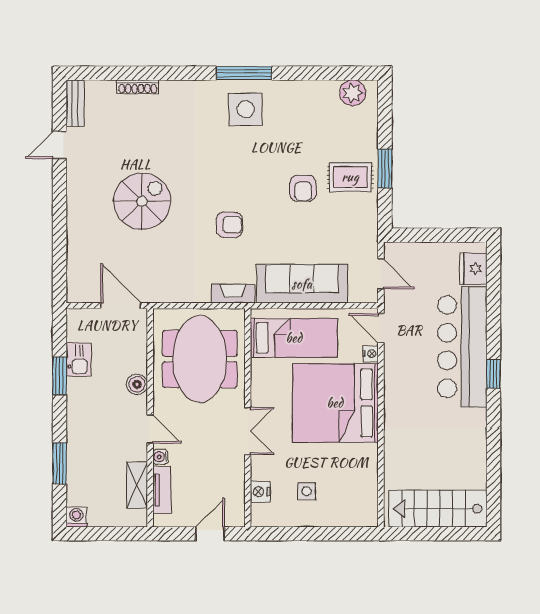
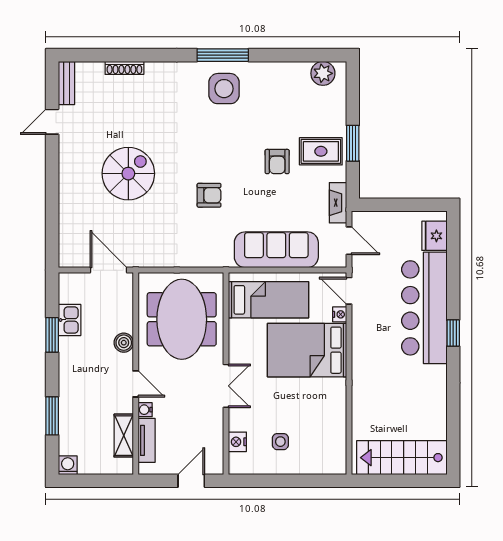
fireplace: (233, 294) -> (338, 203), moved, turned -90
bed: (335, 403) -> (307, 350), width x0.73

